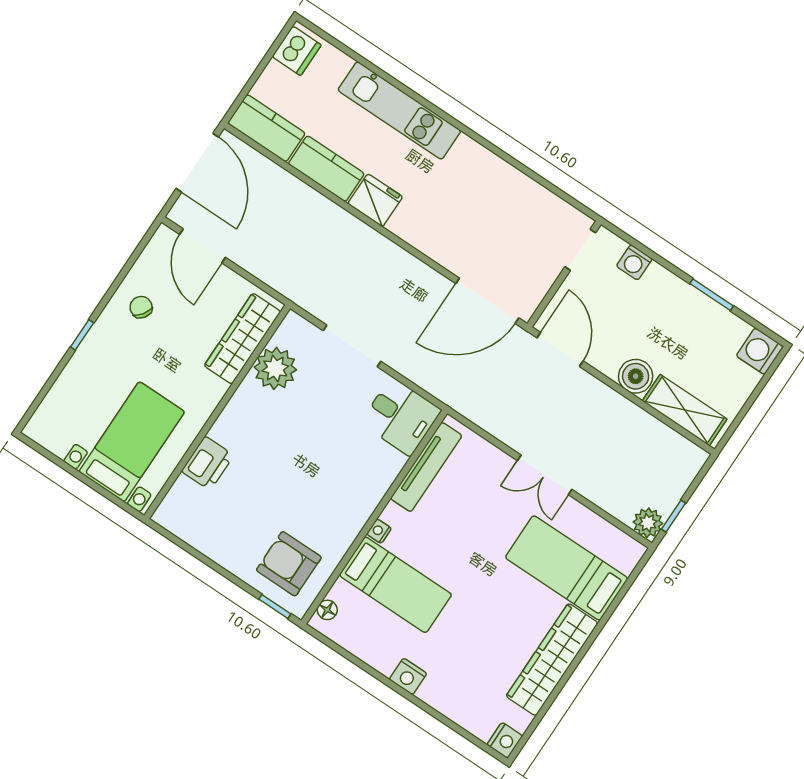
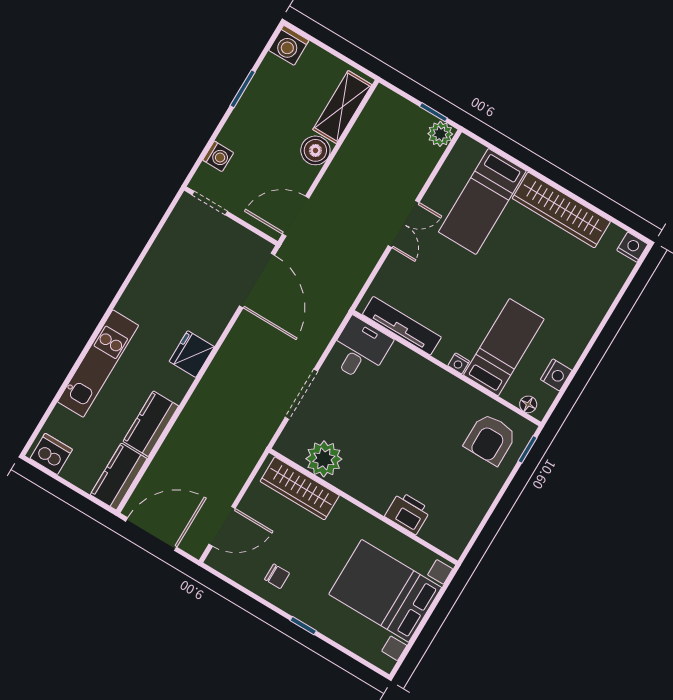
fridge: (375, 200) -> (192, 354), moved
chair: (141, 307) -> (277, 576), turned -125
bed with nightstands: (132, 442) -> (385, 591), width x1.36
nightstand: (408, 676) -> (556, 375), moved

